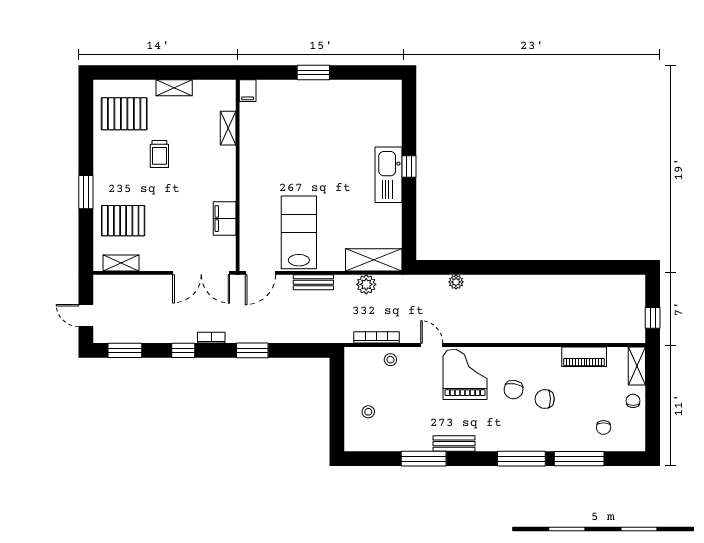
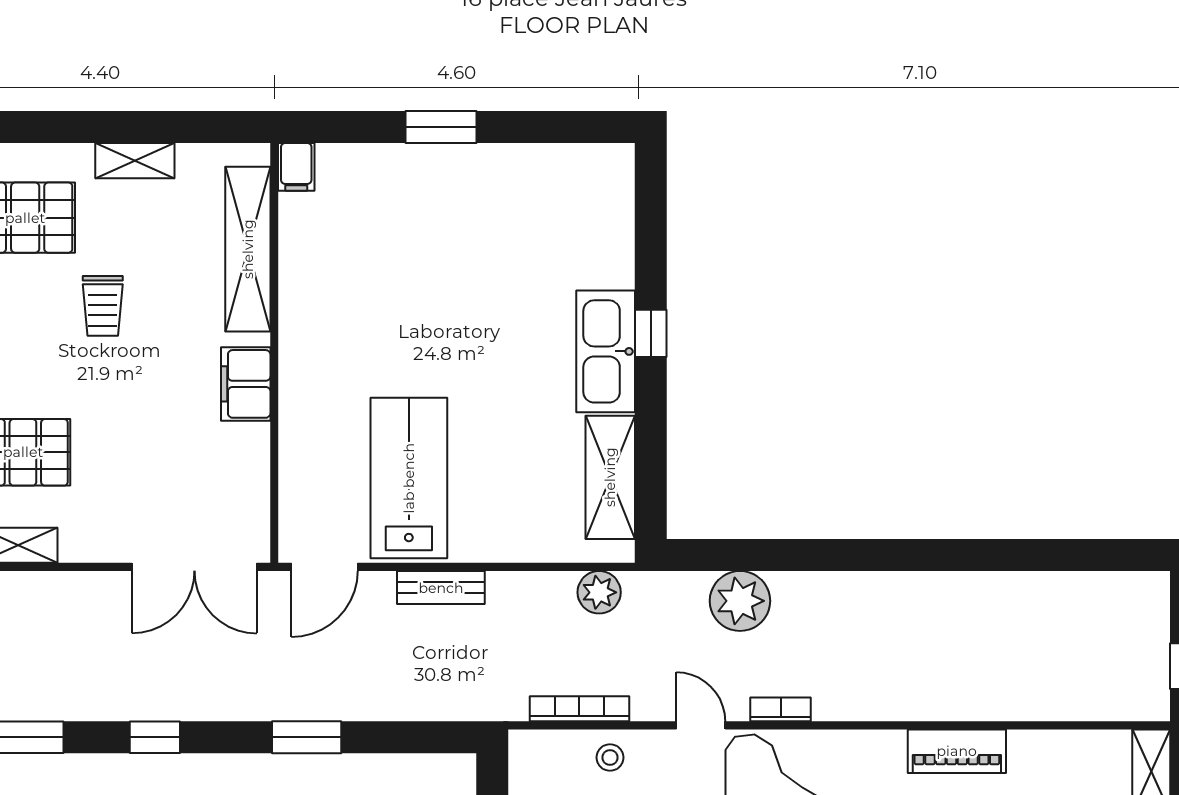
shelving: (228, 128) -> (248, 249), width x2.20, depth x1.33
filing cabinet: (225, 219) -> (246, 384), moved
shelving: (374, 260) -> (610, 477), moved, turned 90
plant: (456, 282) -> (740, 601), width x1.88, depth x1.88
plant: (366, 284) -> (599, 592), moved
bookcase: (211, 338) -> (781, 709), moved
piano: (584, 357) -> (957, 751), moved

